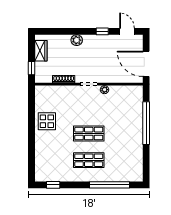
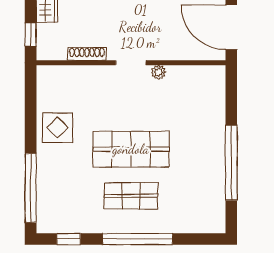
window: (146, 123) -> (231, 163), moved
shop shelf: (89, 134) -> (131, 149), width x1.43, depth x1.36
window: (32, 156) -> (31, 188), added
window: (110, 185) -> (138, 239), moved

